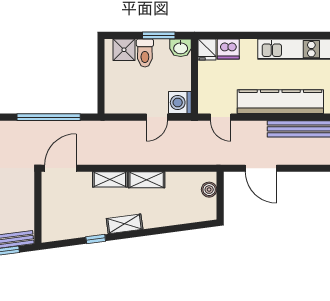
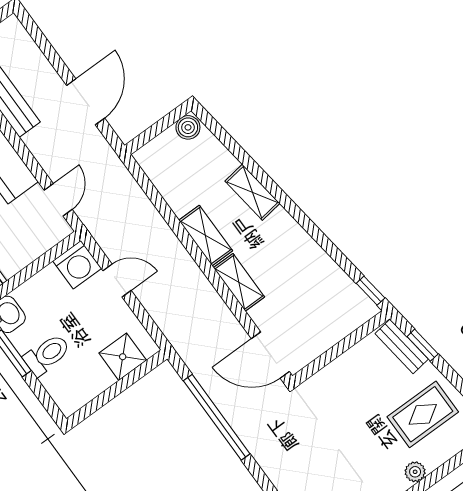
shower: (124, 50) -> (123, 357), moved
boiler: (209, 190) -> (188, 127), moved
shelving: (125, 224) -> (252, 192), moved
window: (96, 239) -> (371, 291), moved

